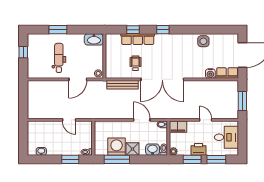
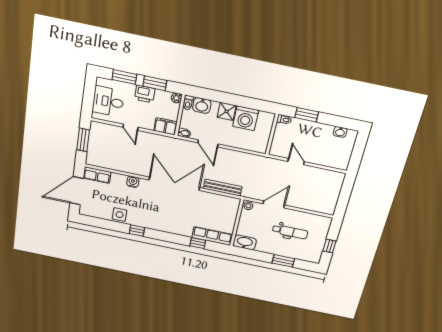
window: (163, 30) -> (137, 231), moved
row of seats: (138, 39) -> (212, 236), moved
dental chair: (59, 58) -> (290, 232), turned -90
wheelchair: (136, 63) -> (202, 208), removed
water cooler: (210, 74) -> (133, 182), moved
window: (117, 159) -> (249, 103), removed

